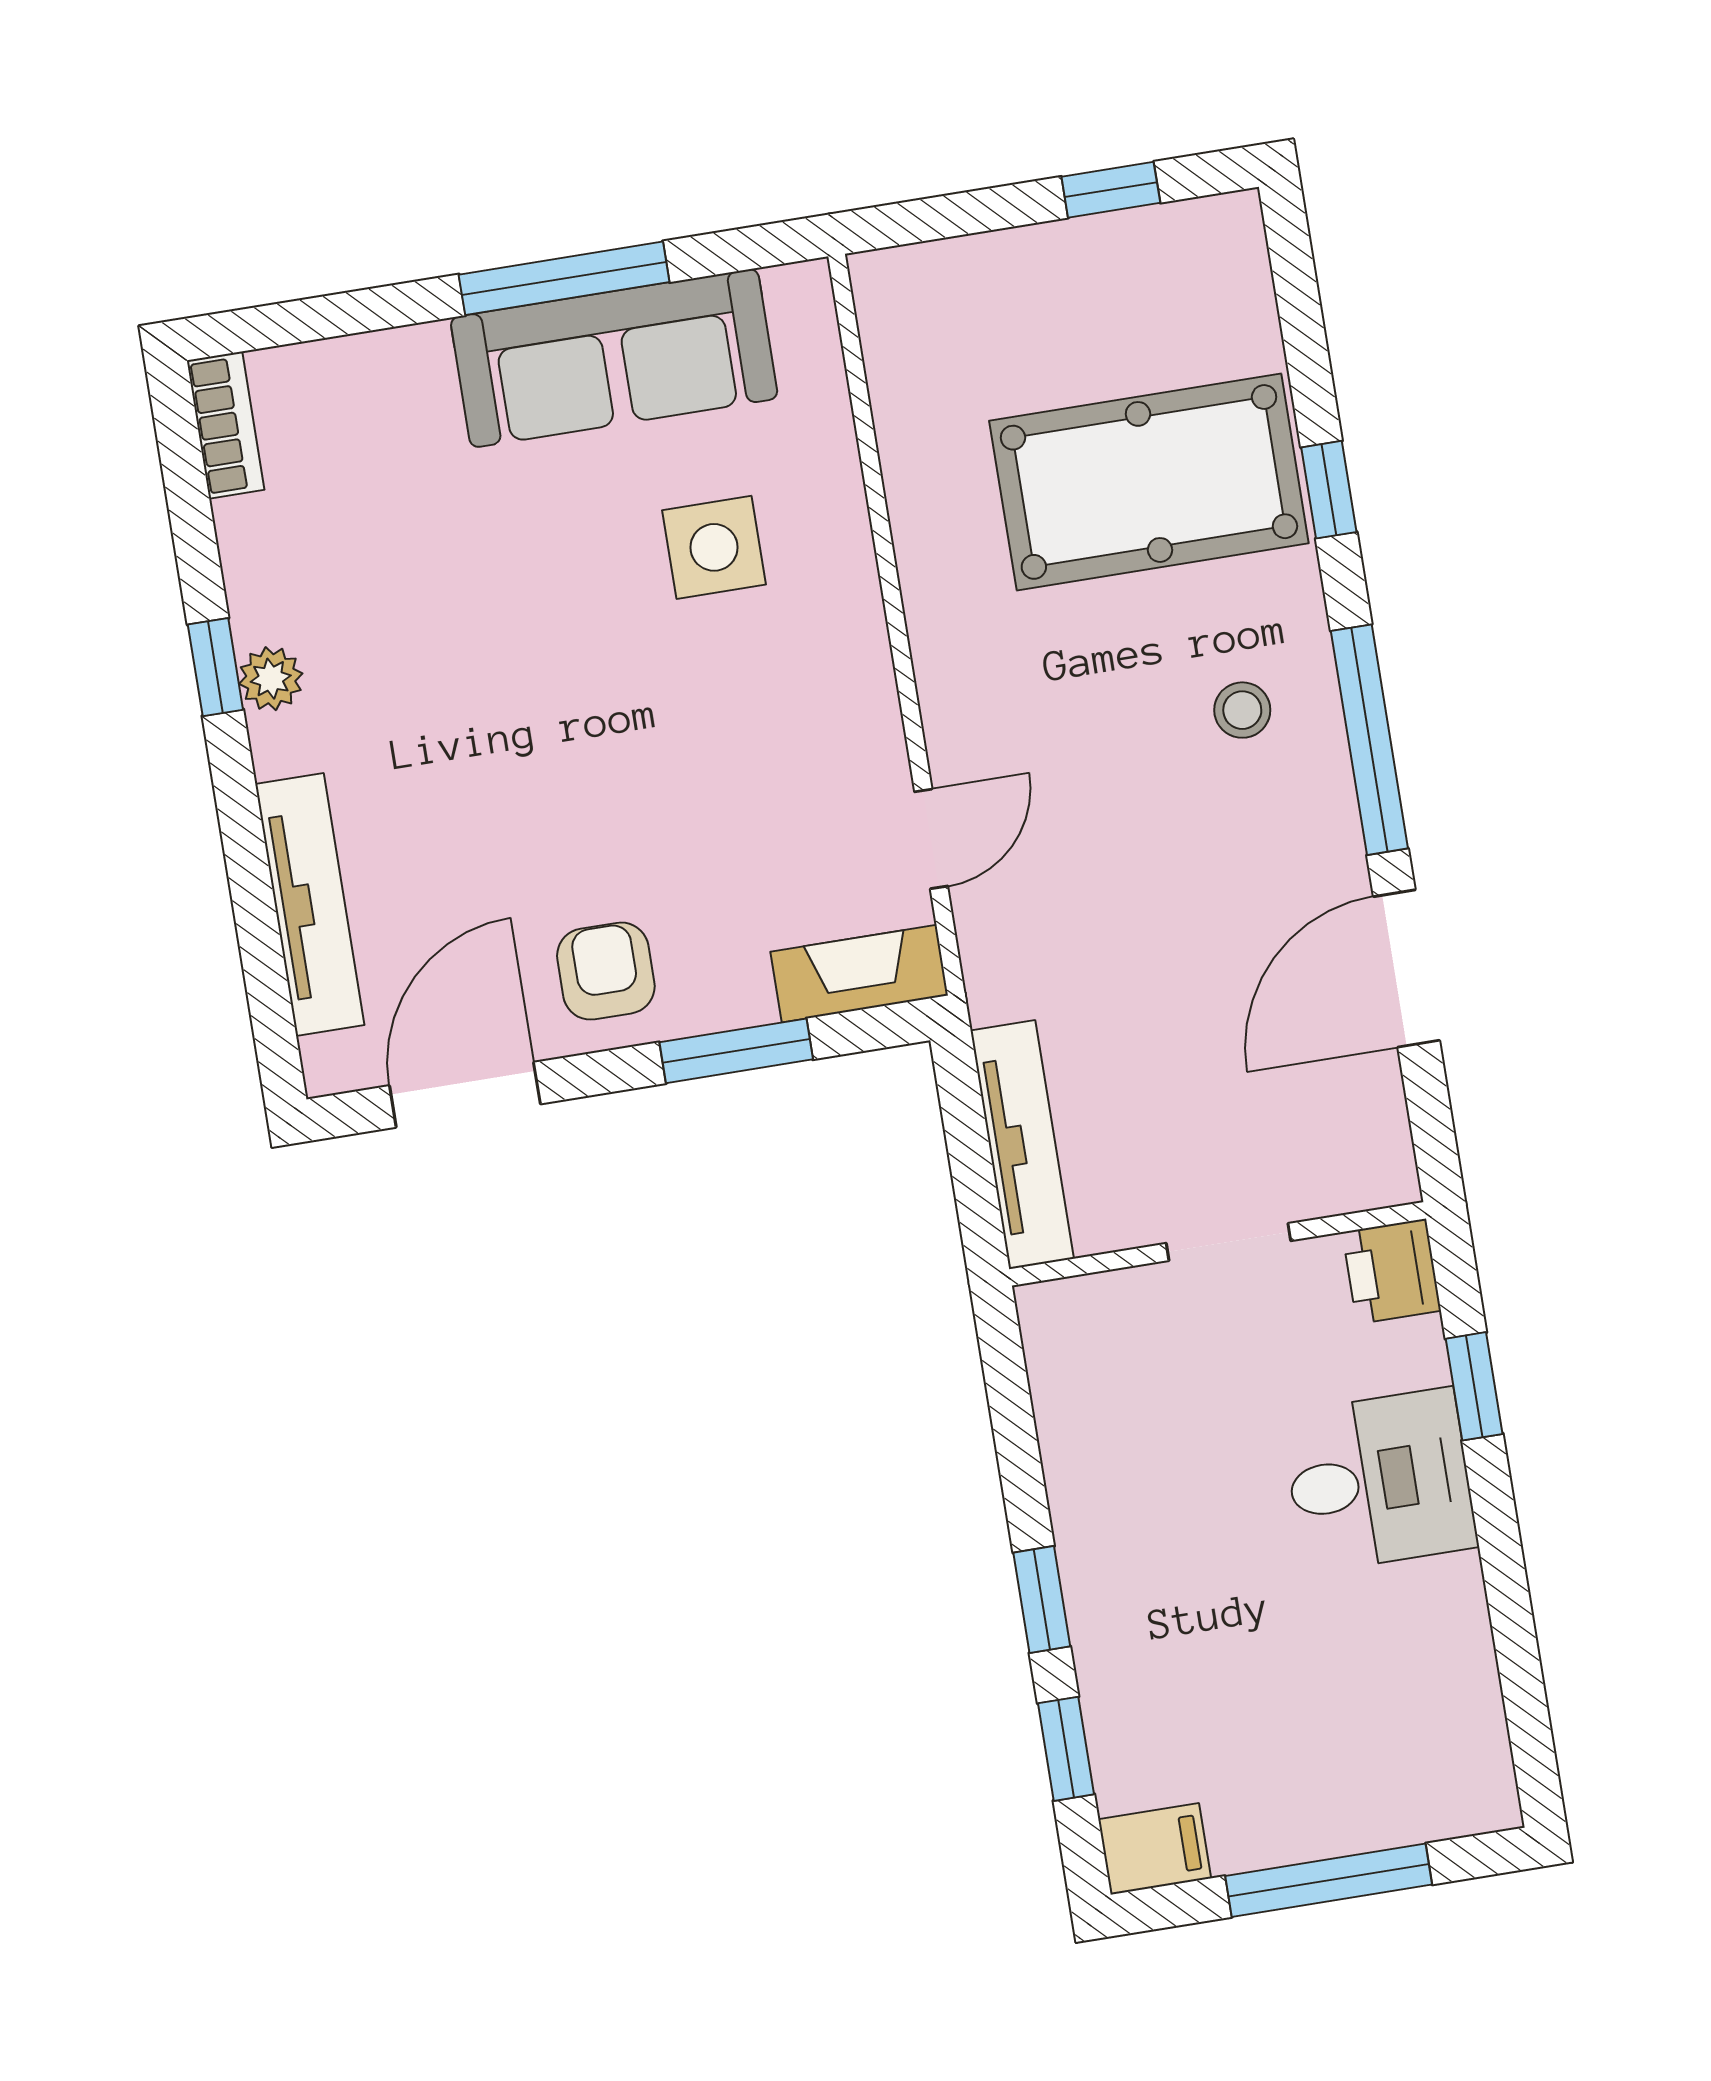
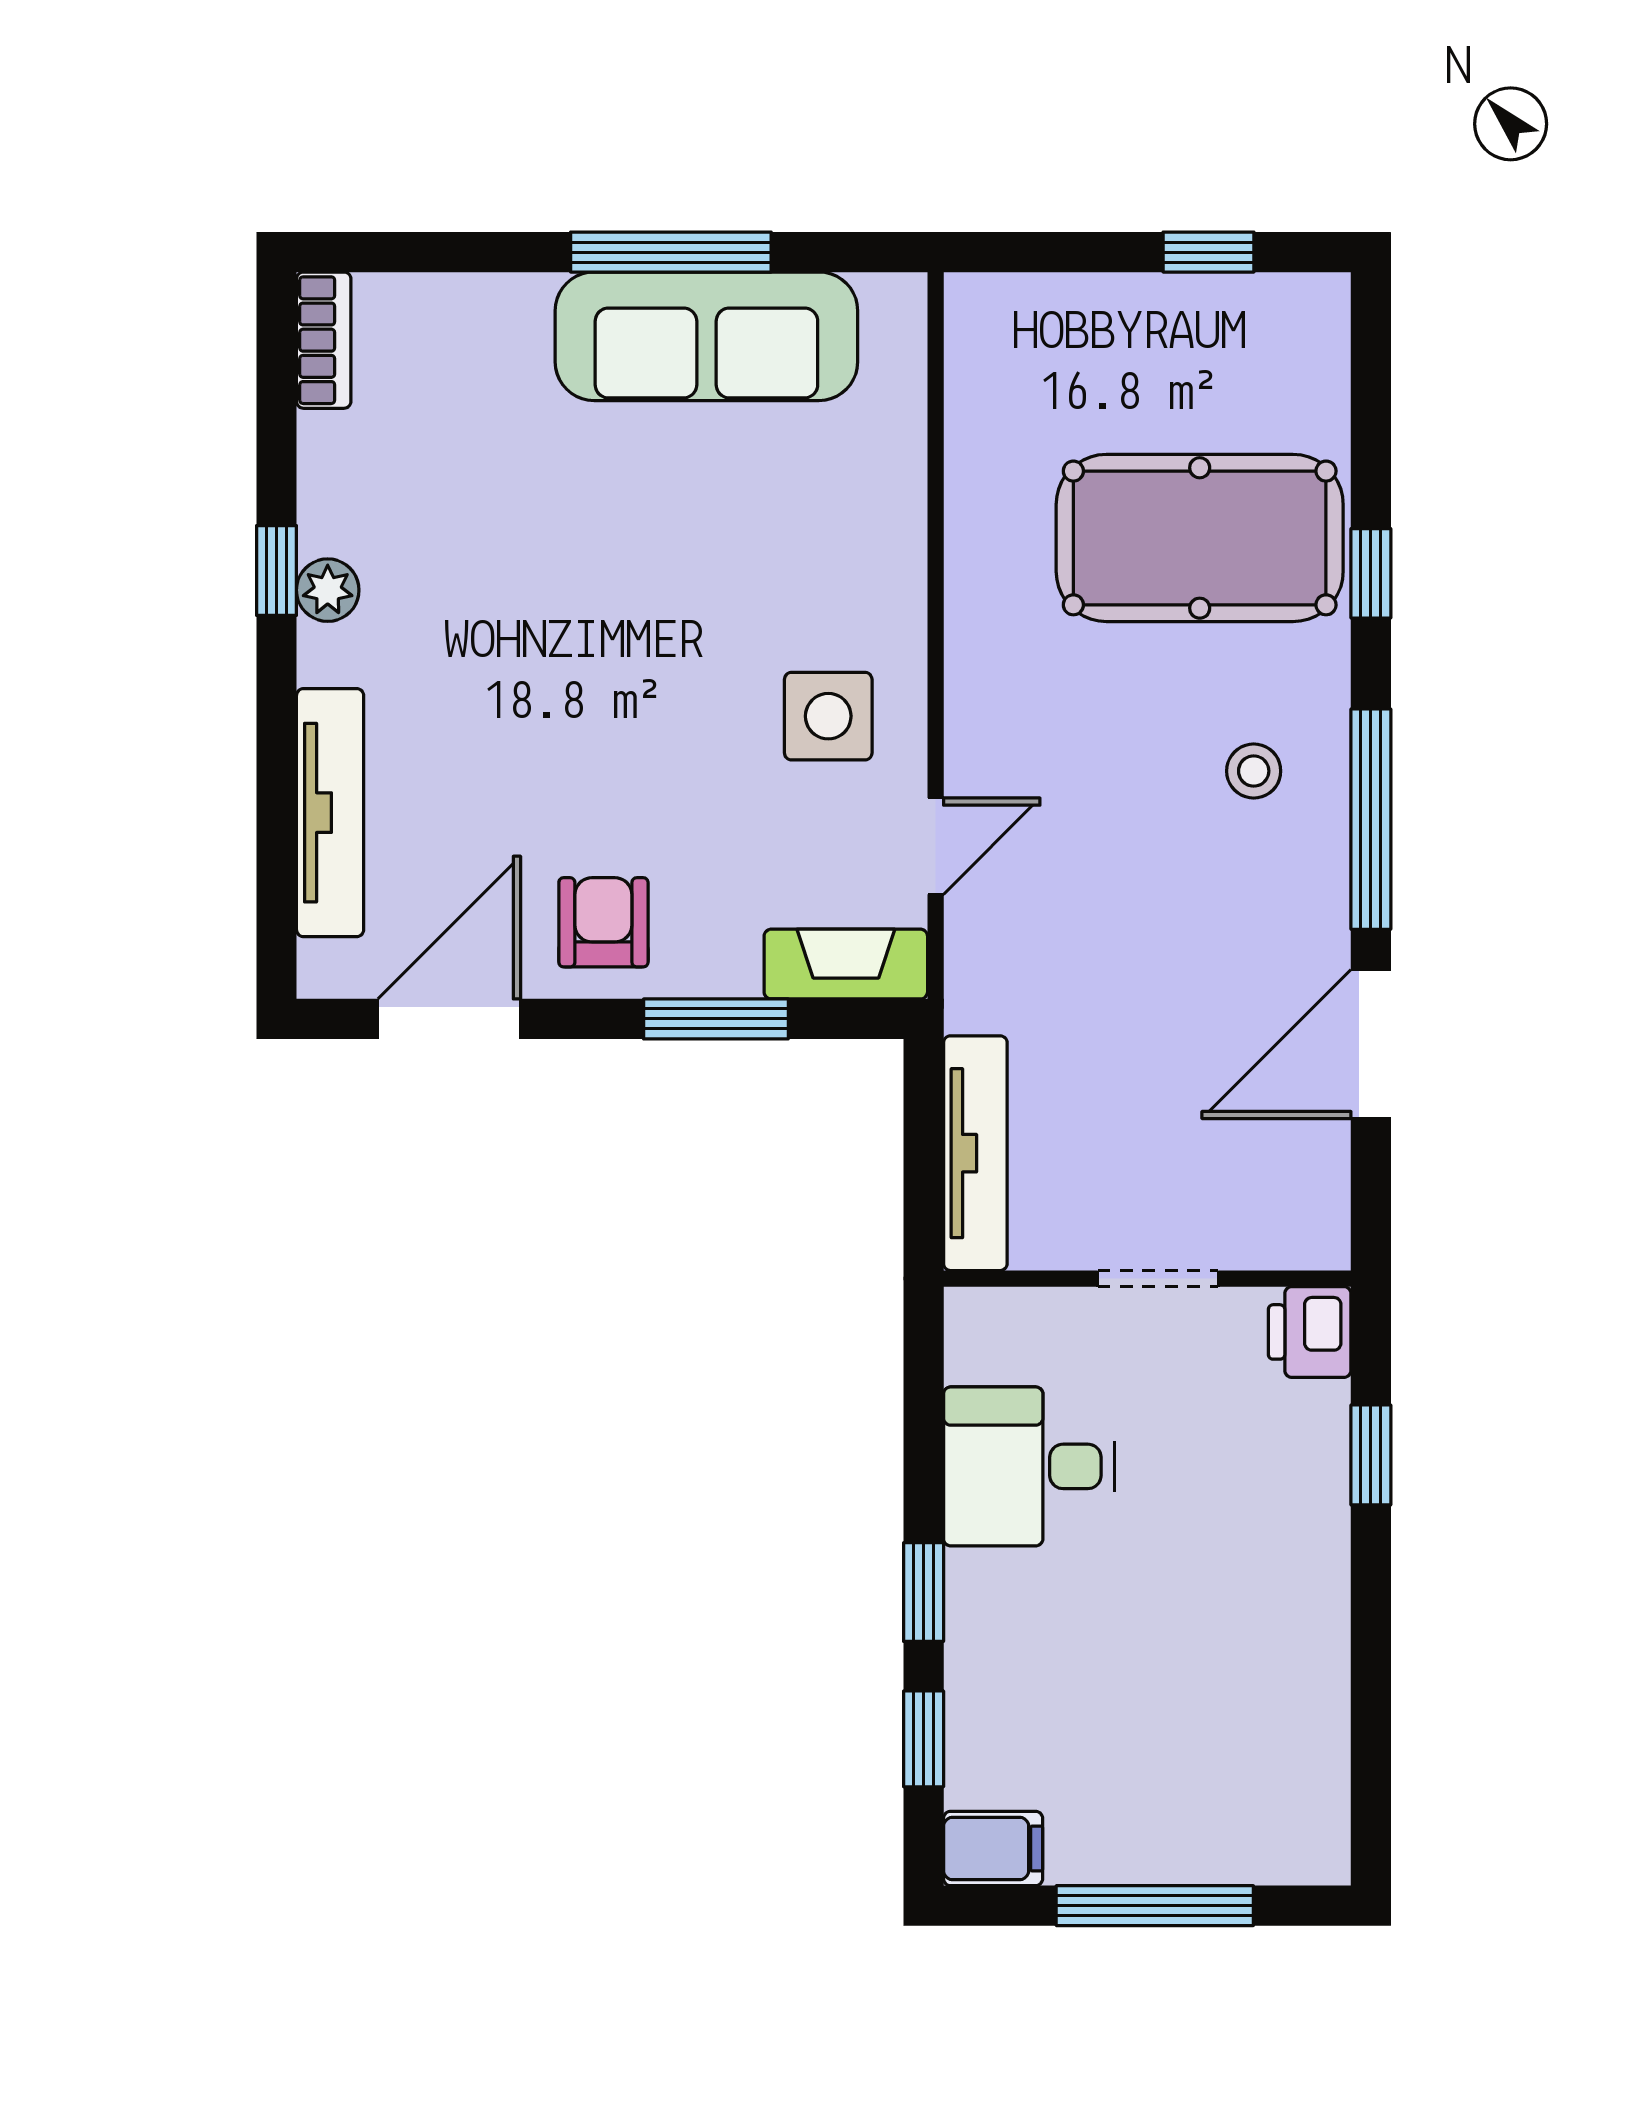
side table: (714, 547) -> (828, 716), moved
desk: (1379, 1480) -> (1029, 1466), moved, turned 180

